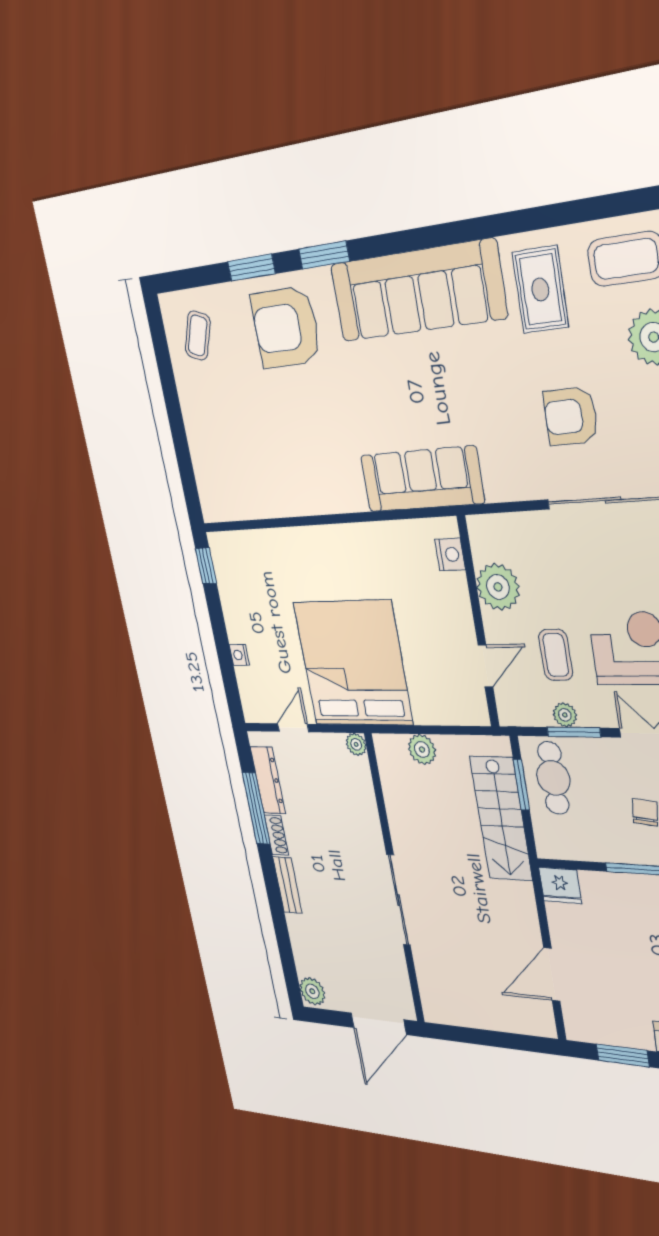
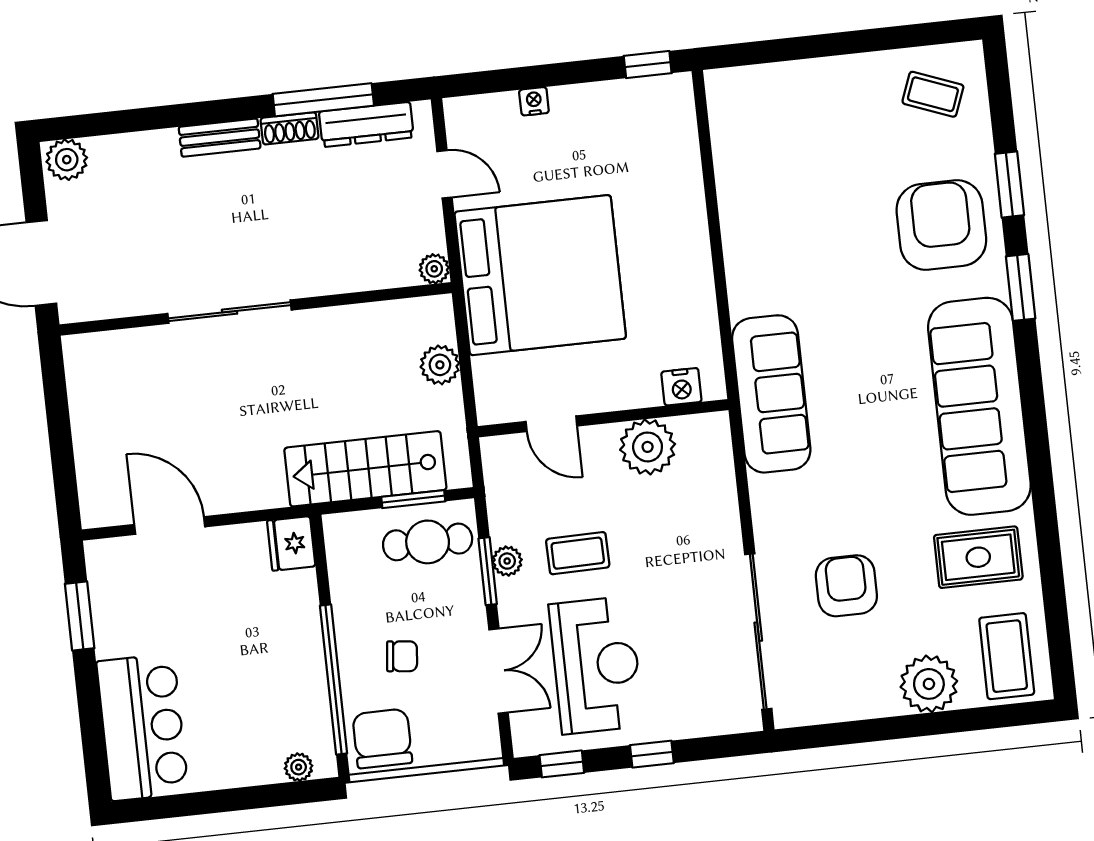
nightstand: (450, 554) -> (681, 387), moved
plant: (498, 587) -> (648, 447), moved
wall: (478, 623) -> (603, 418), moved
door: (485, 666) -> (551, 424), moved

